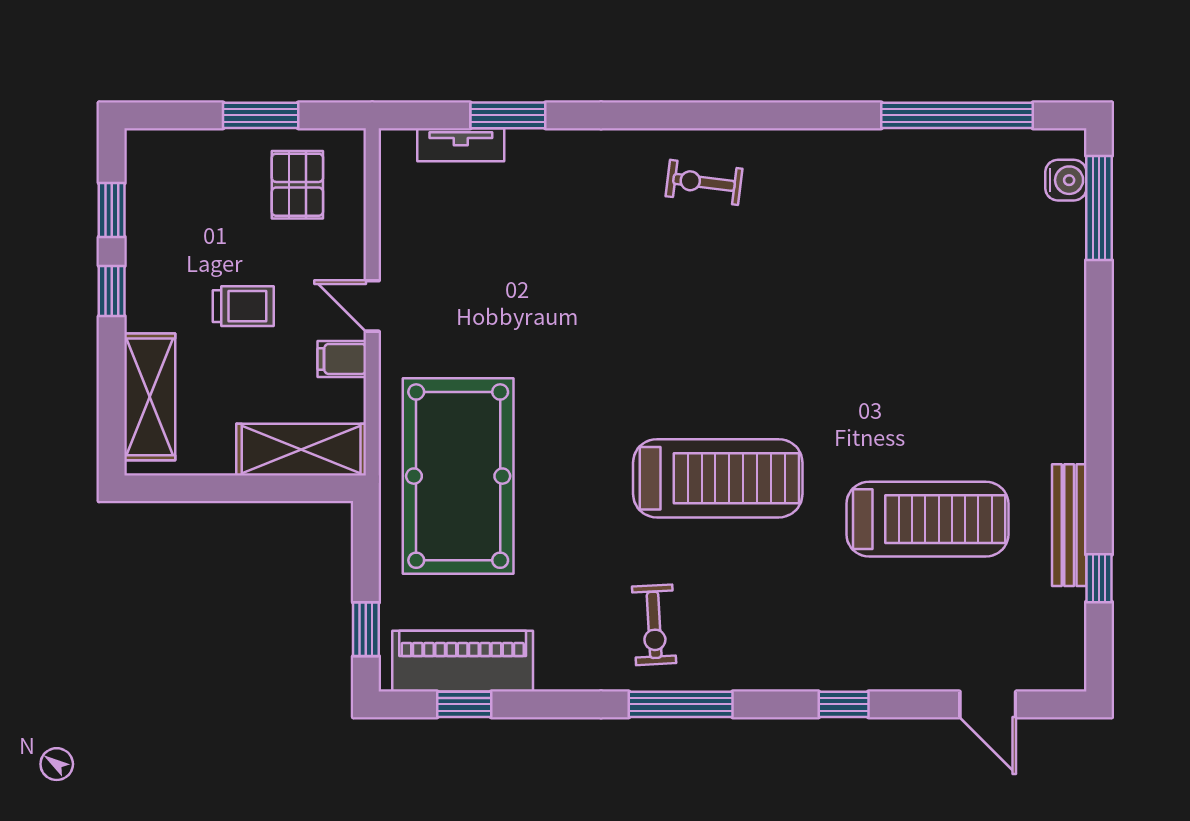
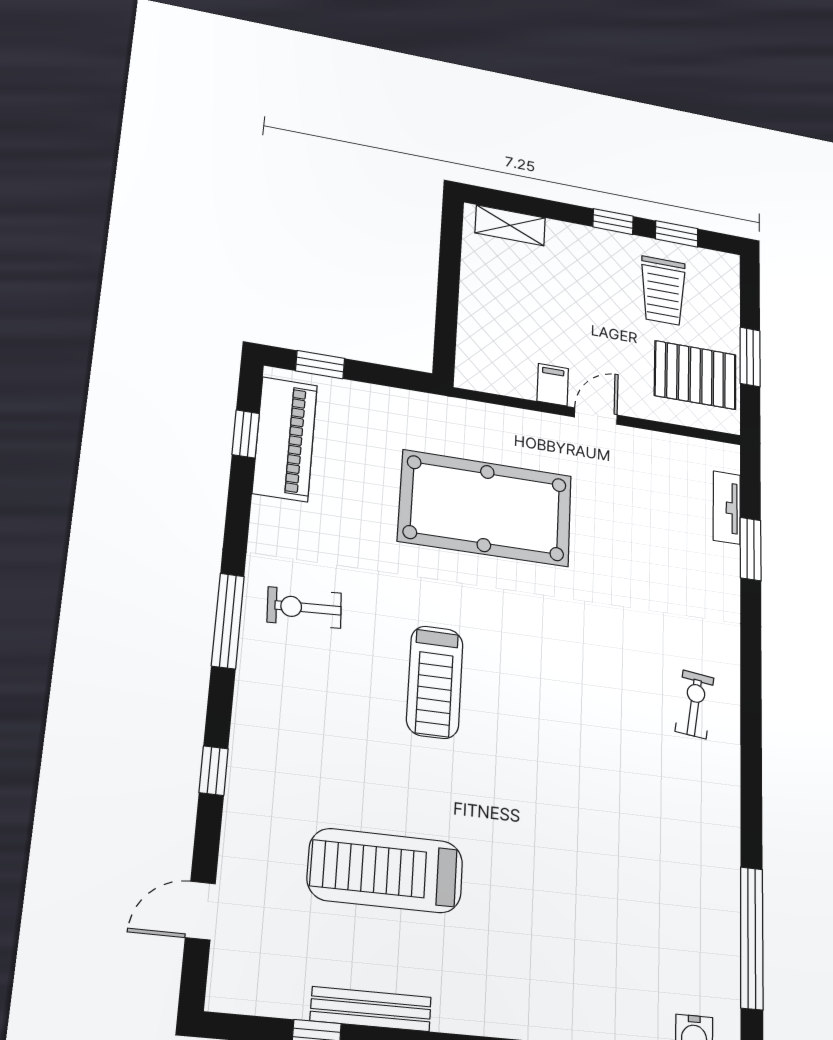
pallet: (297, 185) -> (695, 375), width x1.50, depth x1.42
trolley: (243, 306) -> (663, 291), moved, width x1.36, depth x1.39
shelving: (150, 397) -> (510, 225), width x0.67, depth x0.75
shelving: (301, 450) -> (478, 340), removed
pool table: (458, 476) -> (486, 508), moved
treadmill: (718, 478) -> (435, 682), width x0.73, depth x0.73
treadmill: (927, 519) -> (385, 871), turned 90

